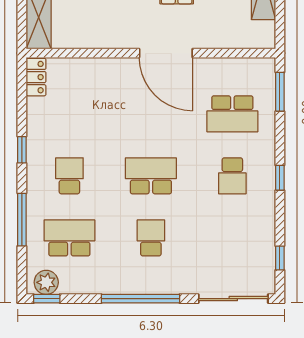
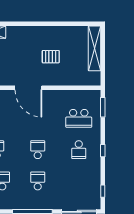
door: (166, 53) -> (28, 88), moved
school desk: (151, 176) -> (38, 150), width x0.54

